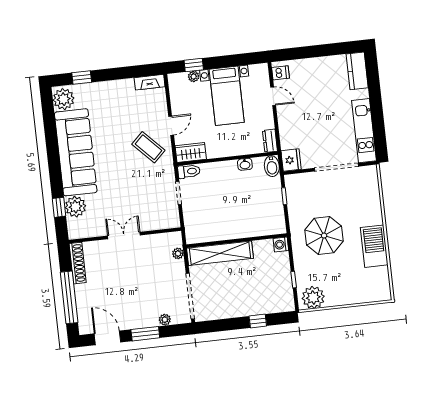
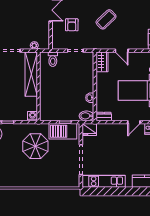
coffee table: (148, 147) -> (106, 19), moved
toilet: (189, 171) -> (53, 59), moved
armchair: (142, 202) -> (72, 25), added
barbecue: (374, 246) -> (63, 131), moved, turned 180

